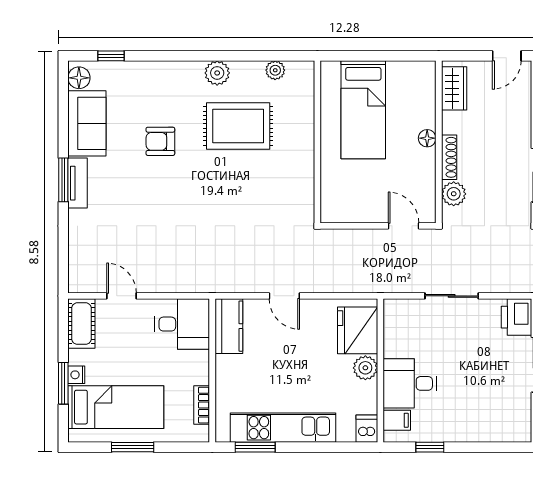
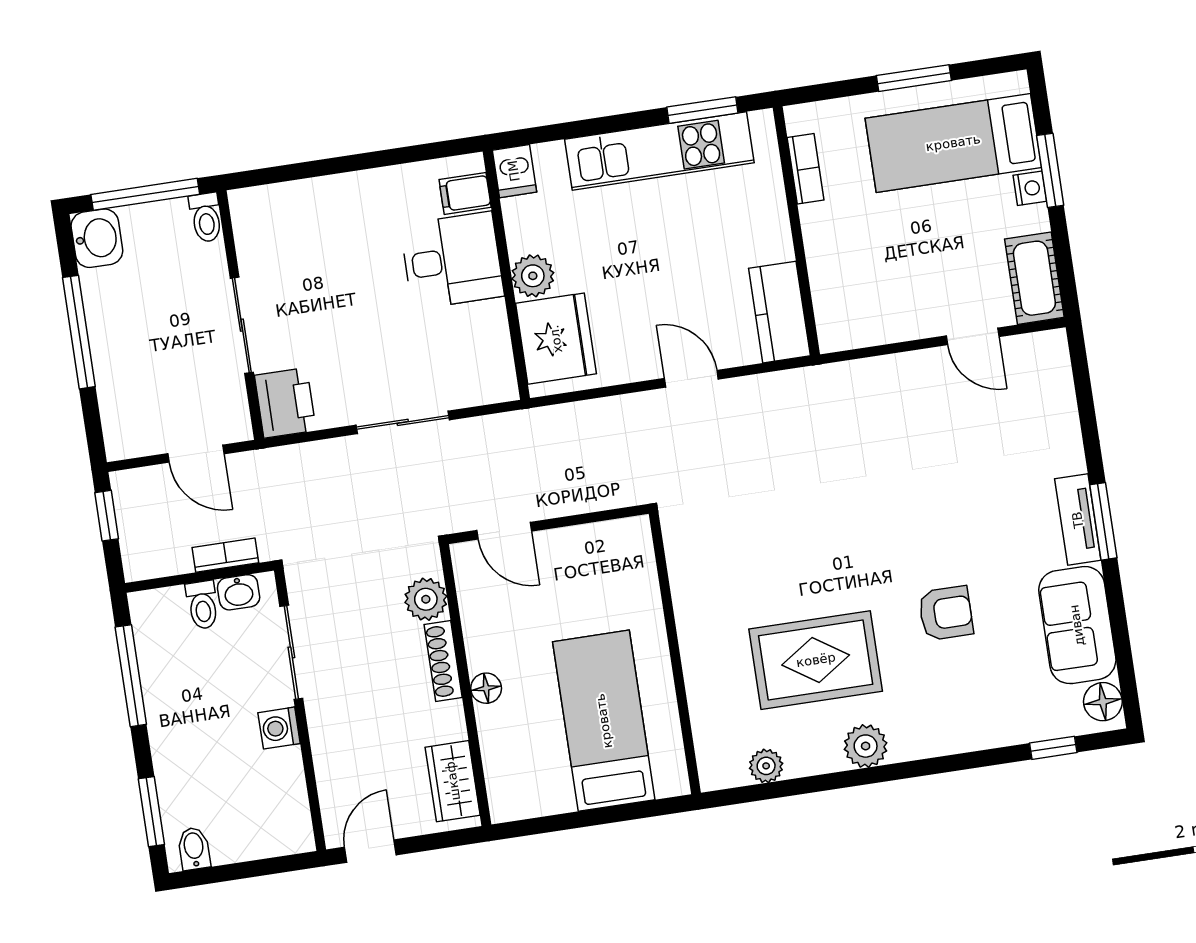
desk: (182, 324) -> (861, 303), removed
window: (430, 447) -> (401, 156), removed

